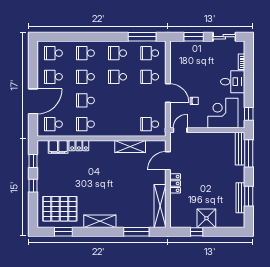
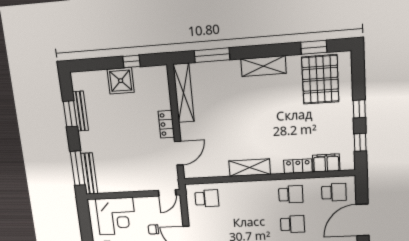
window: (249, 114) -> (84, 217), removed
shelving: (130, 147) -> (250, 168), moved
pallet: (60, 209) -> (320, 79), turned 90

